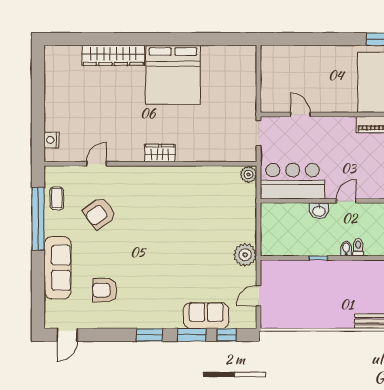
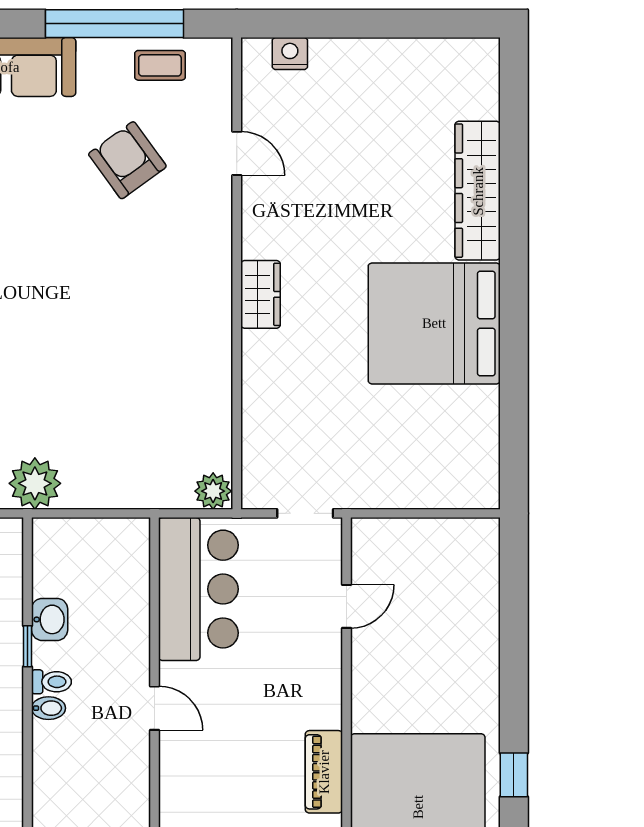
washbasin: (319, 211) -> (50, 619), moved, turned 180
toilet: (358, 247) -> (51, 682), moved

